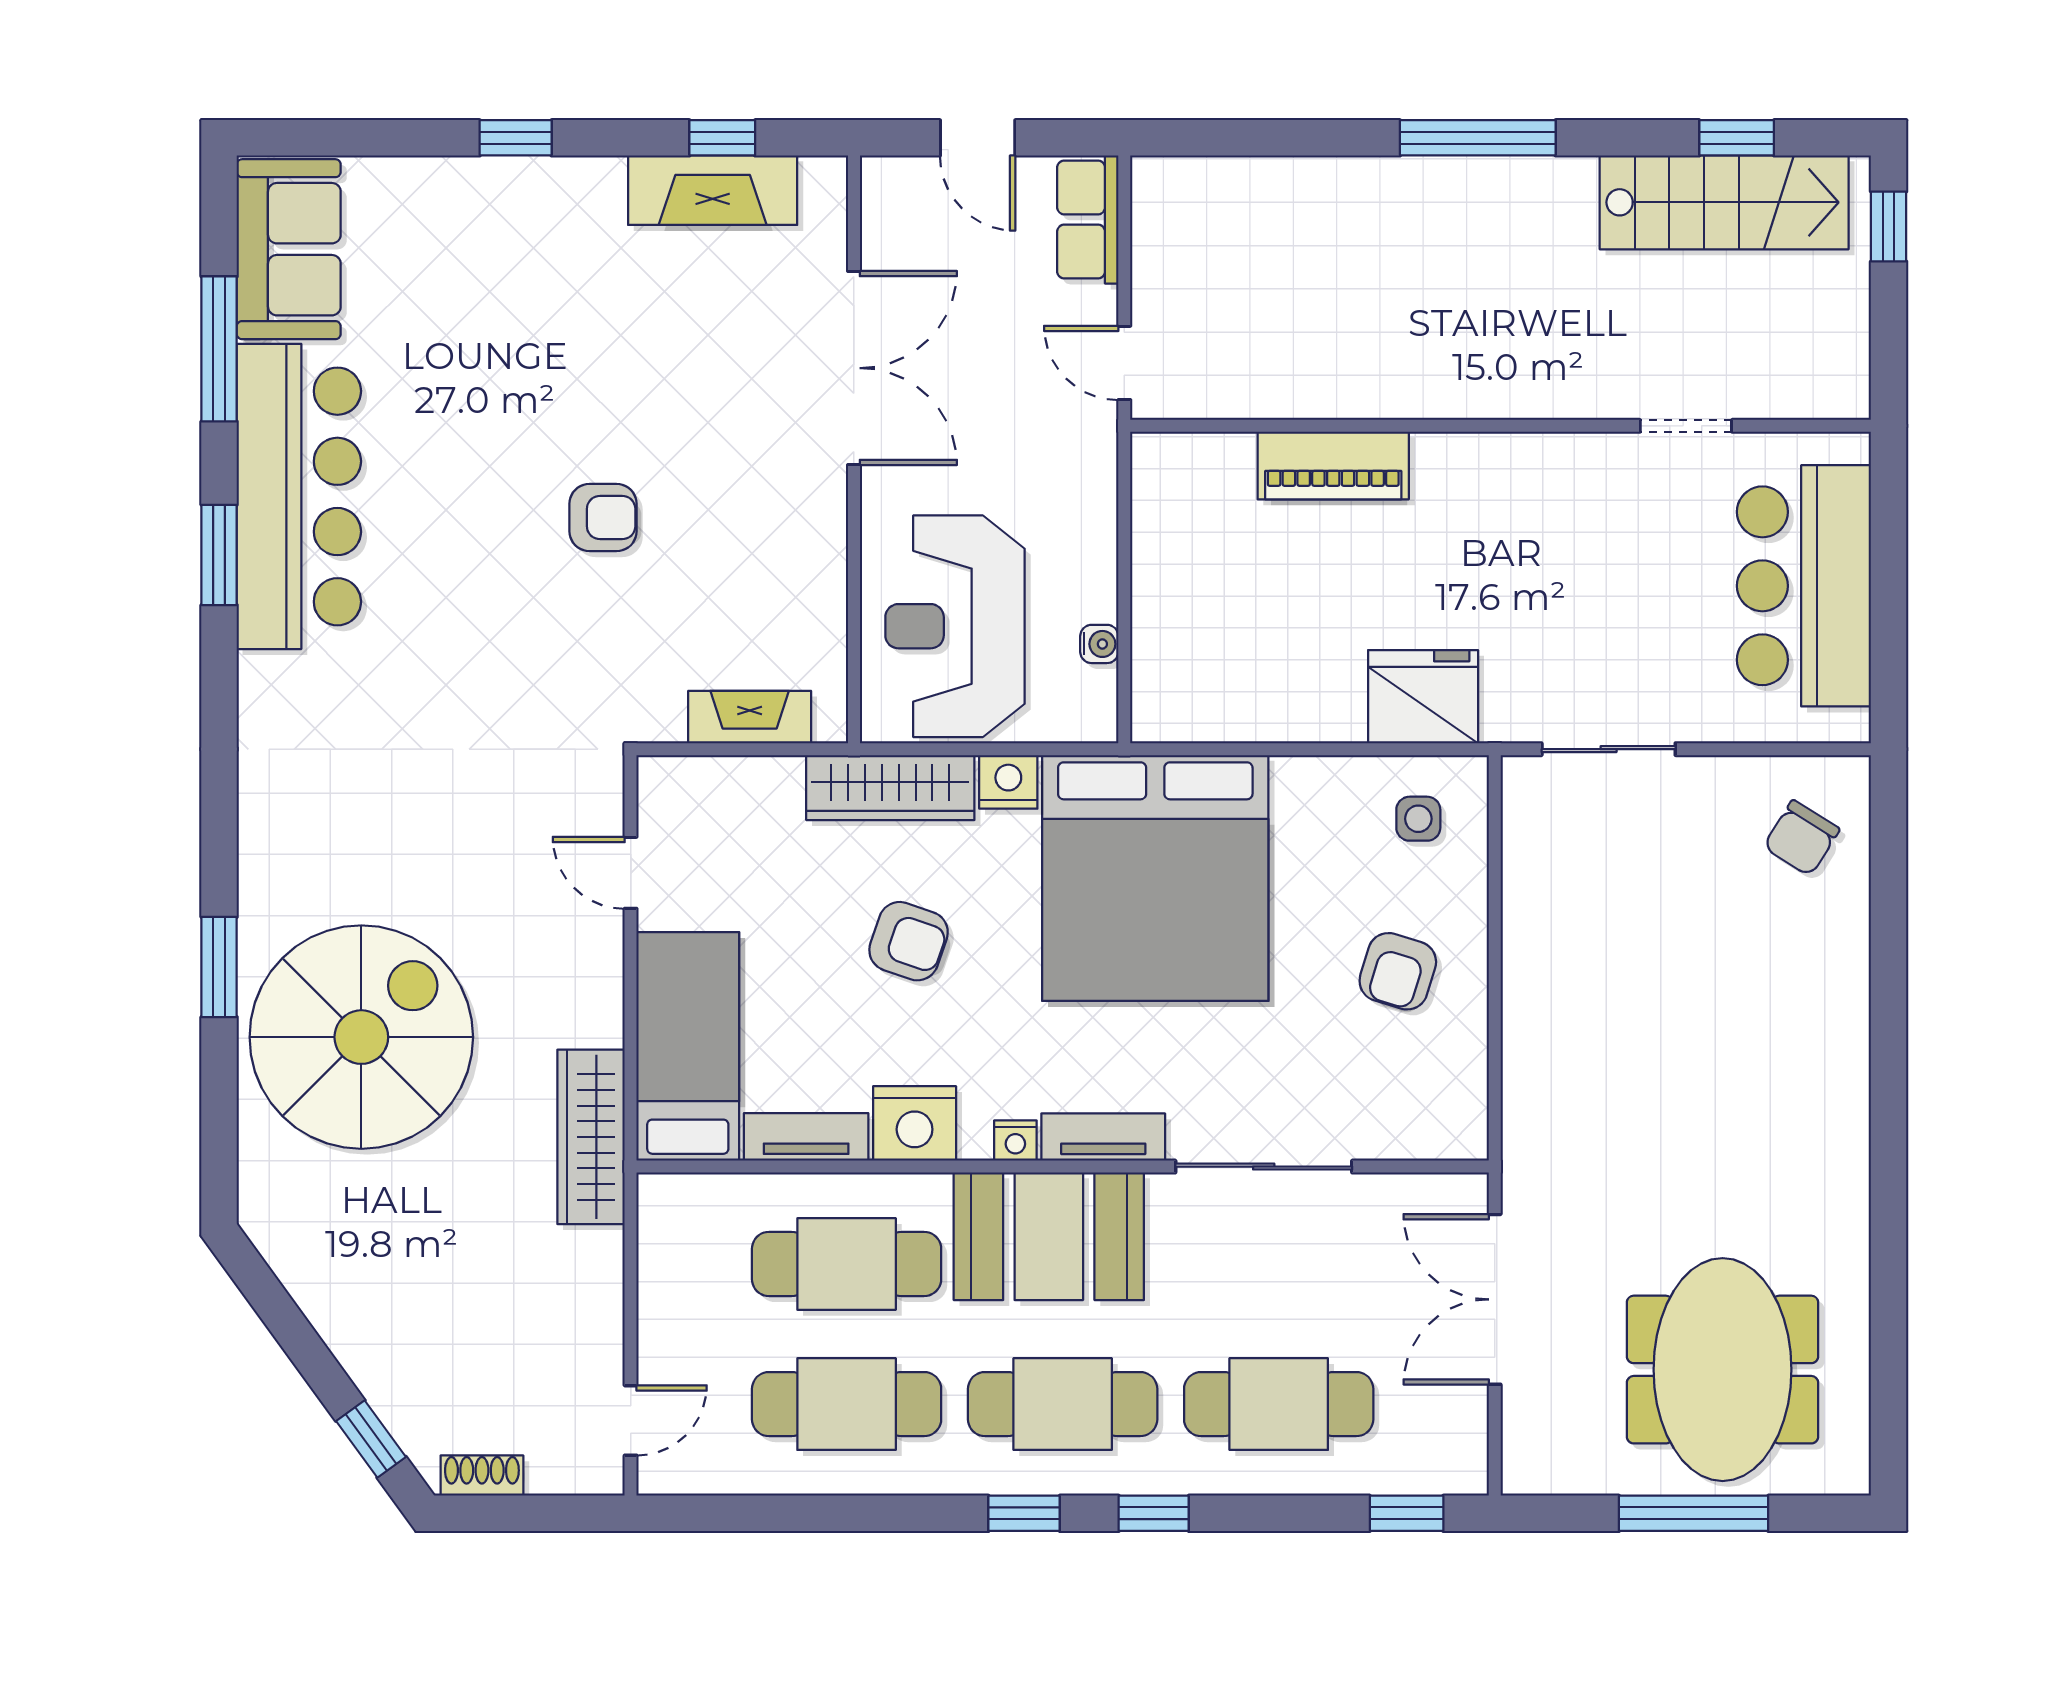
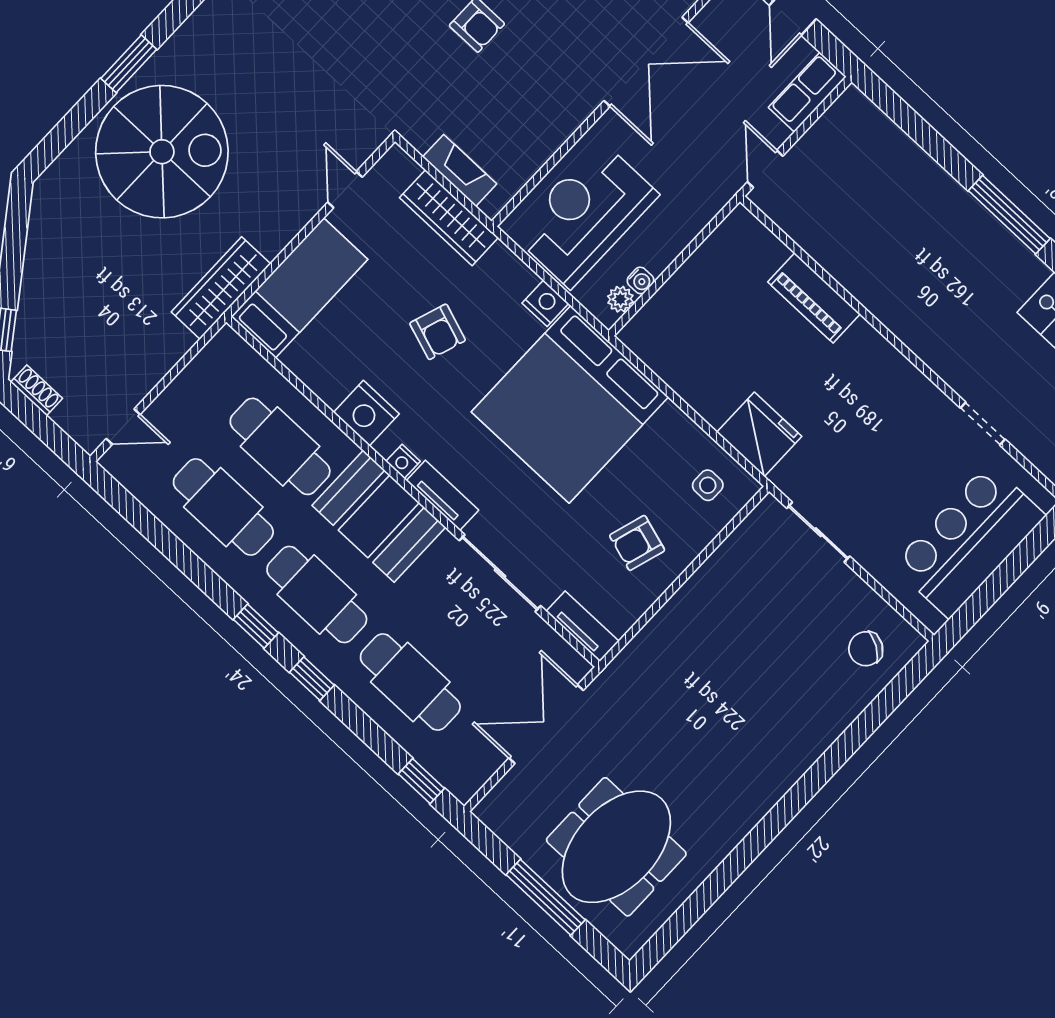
plant: (1096, 690) -> (620, 299), added
wardrobe: (890, 788) -> (449, 218), moved
tv unit: (806, 1137) -> (583, 626), moved

